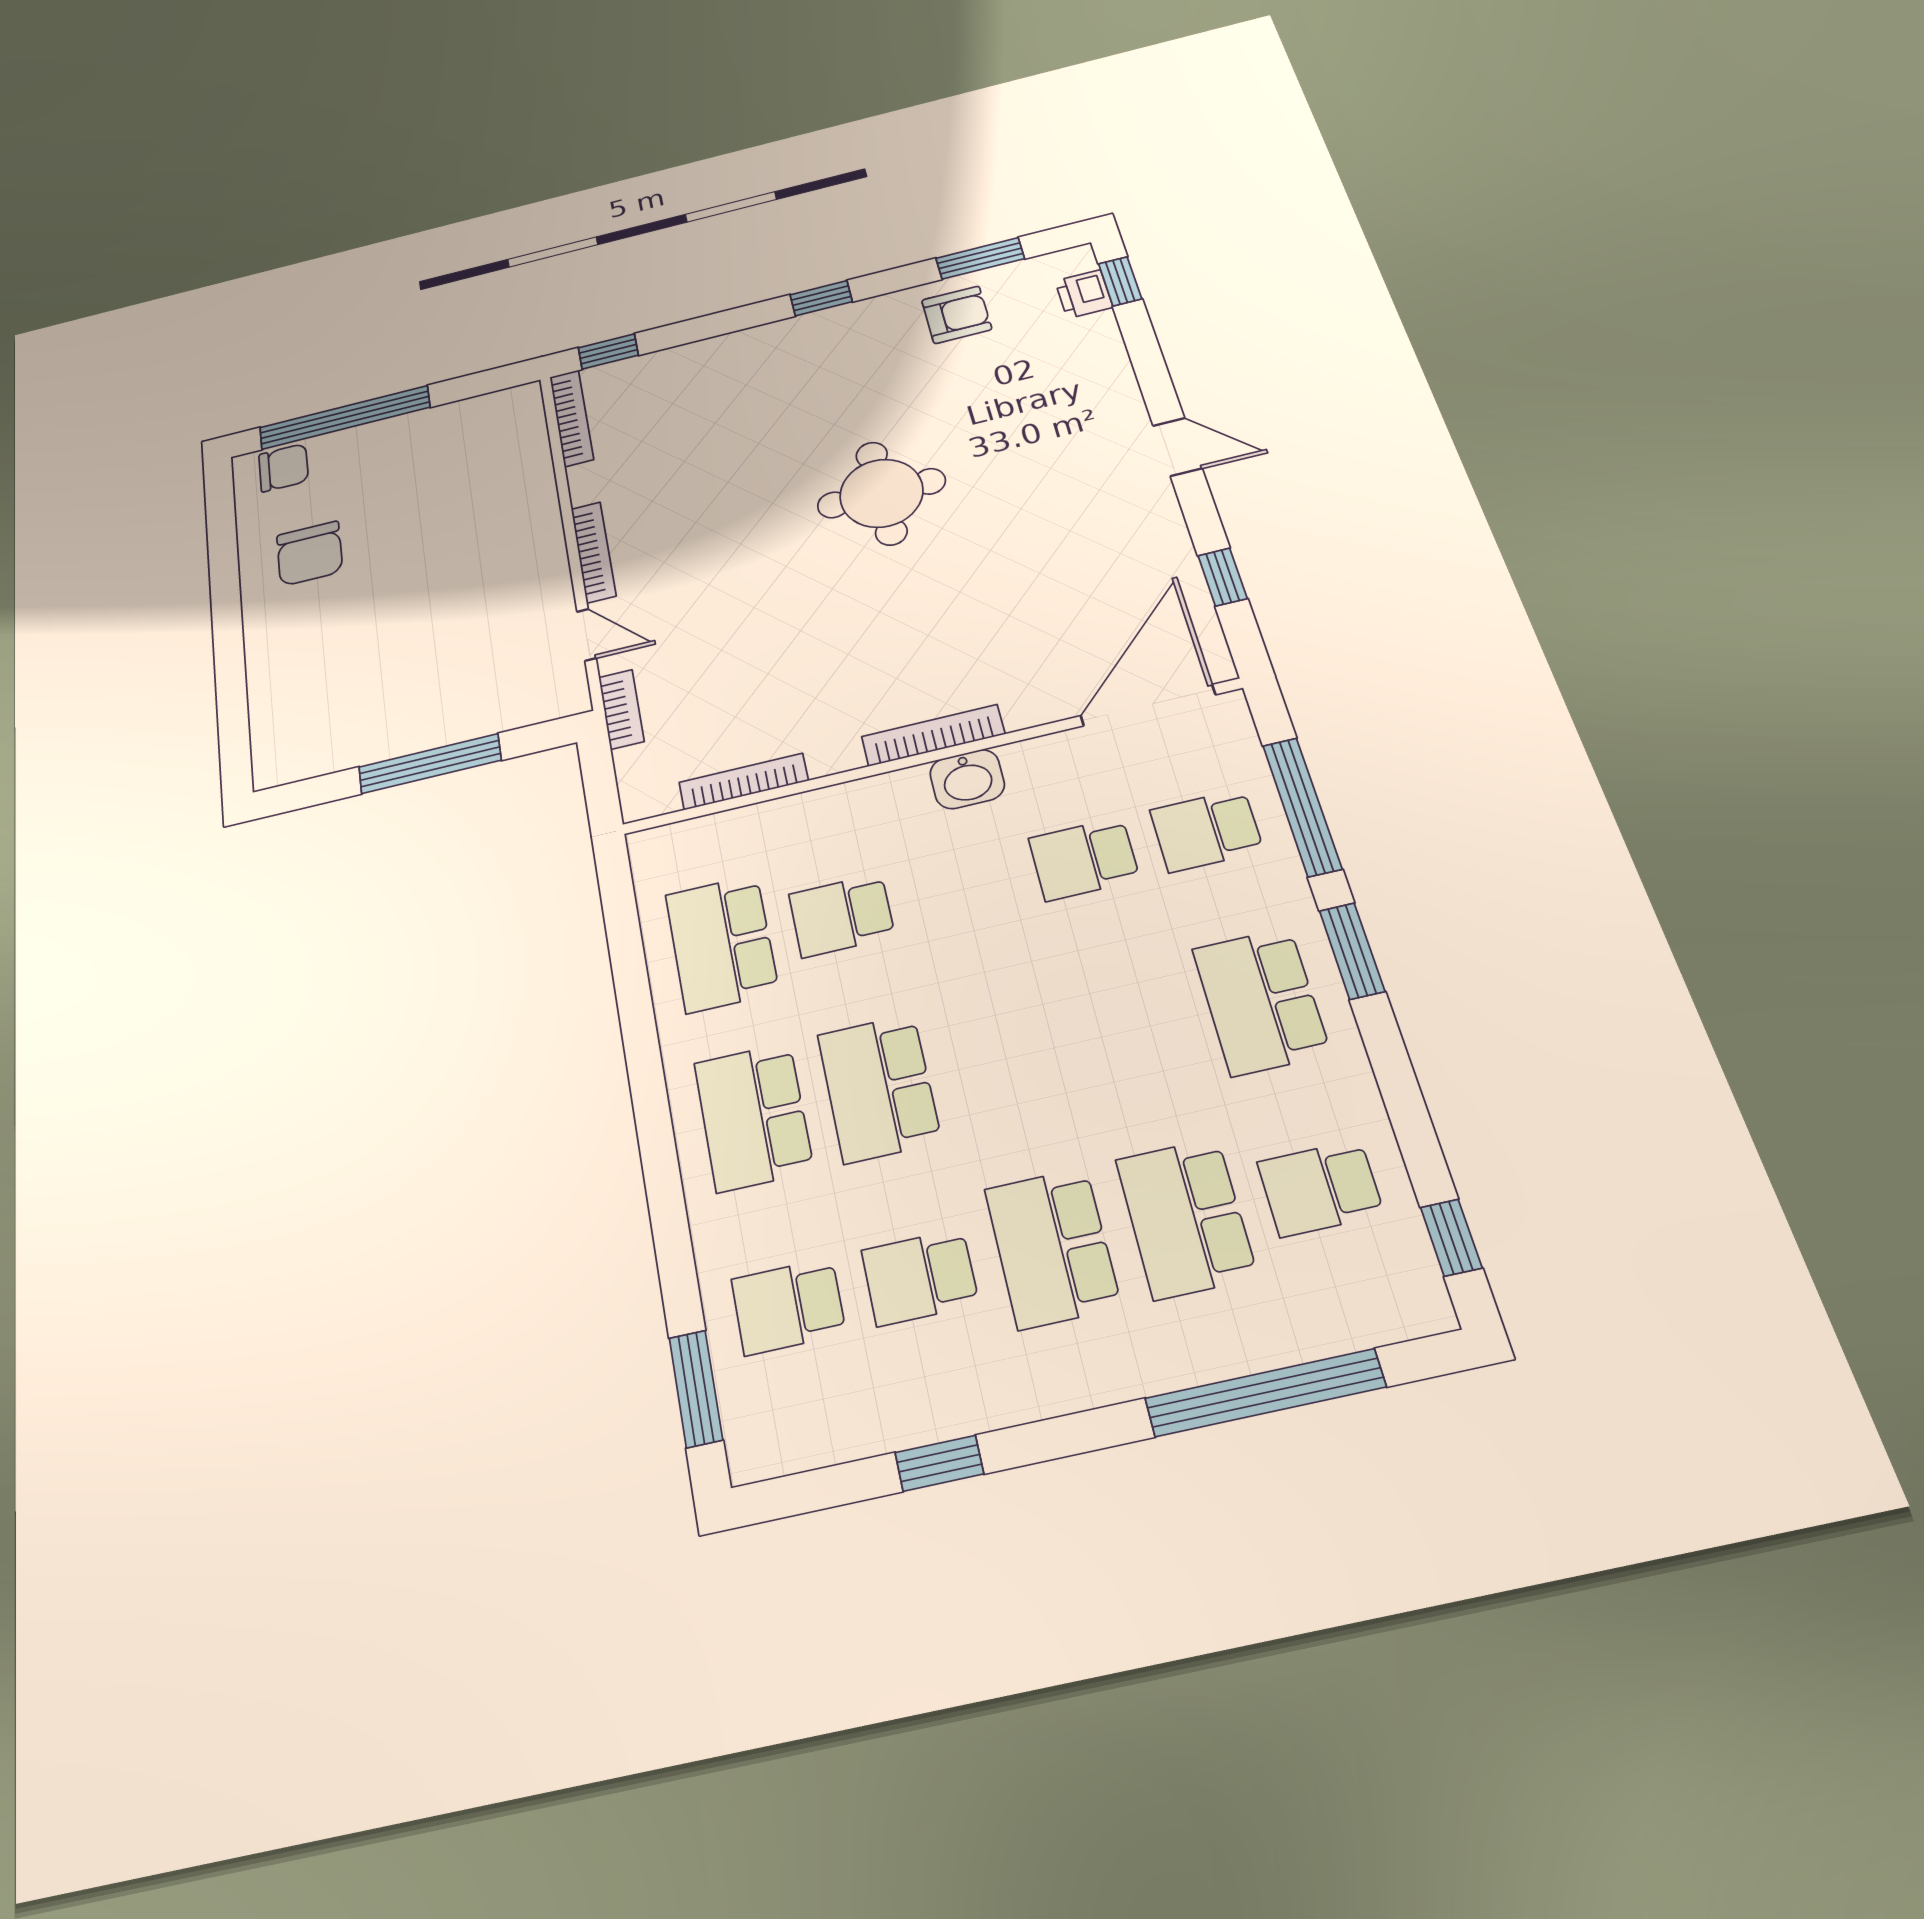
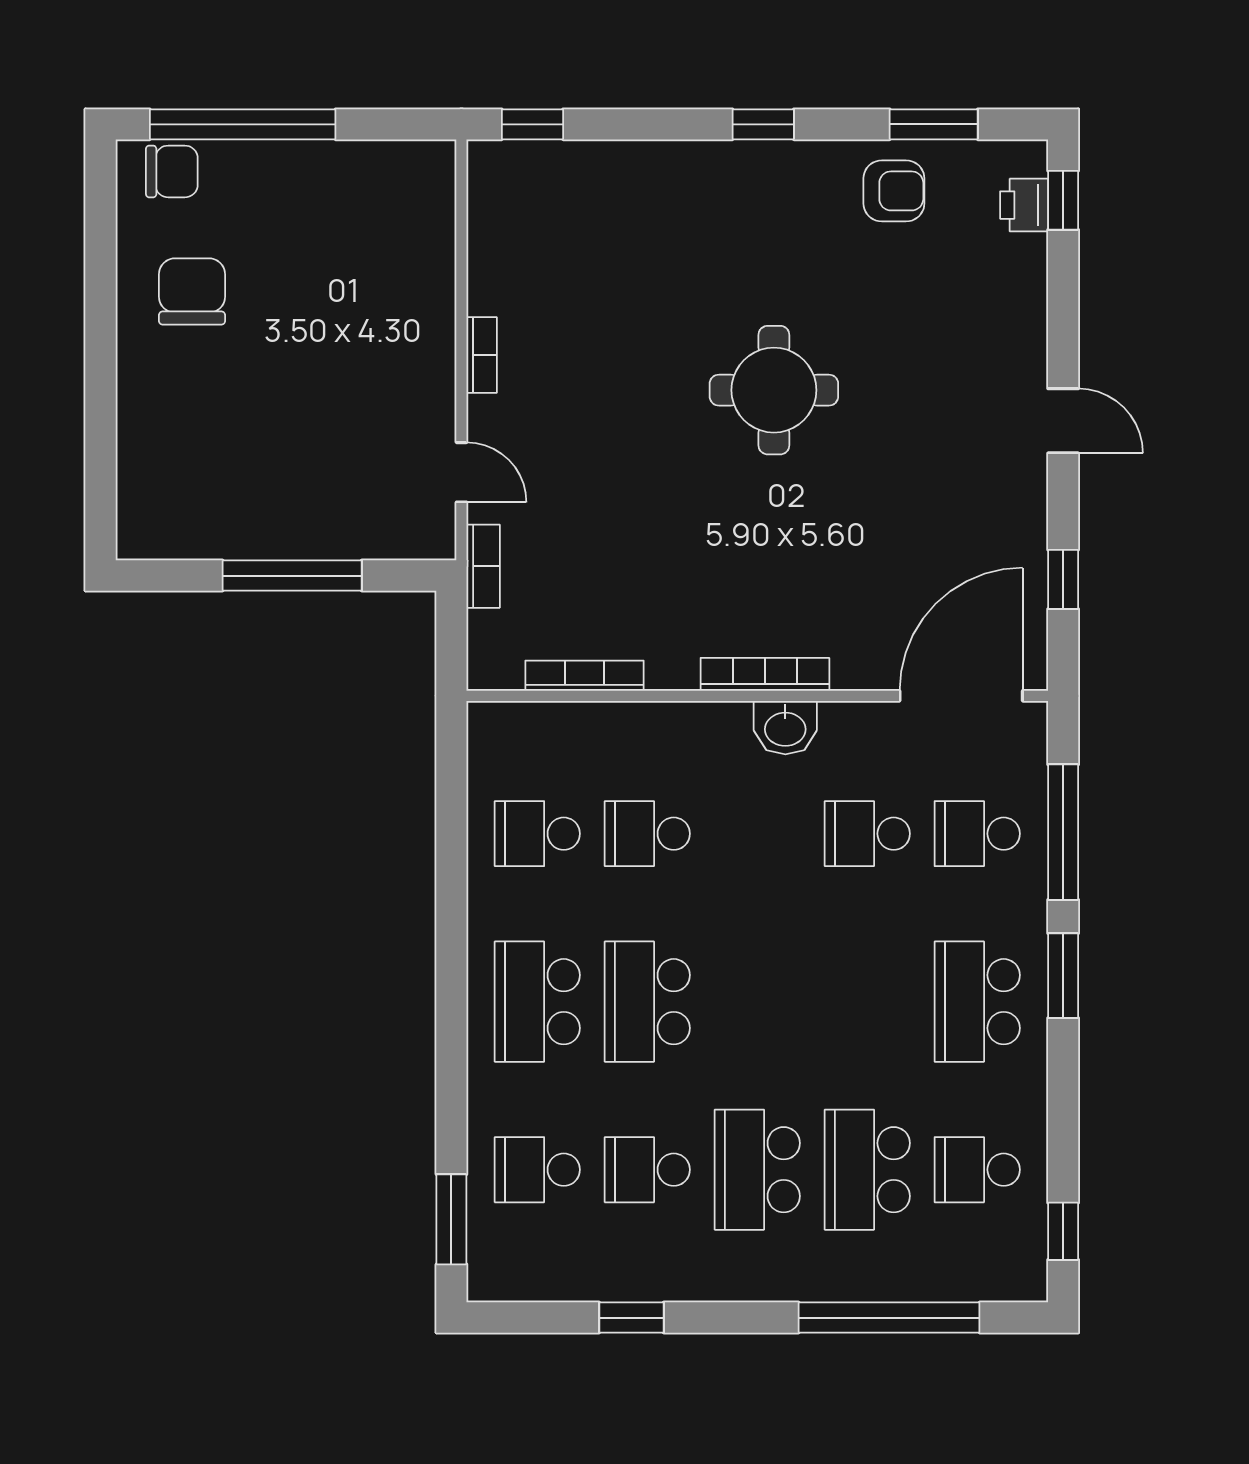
bookcase: (572, 418) -> (482, 201), removed
bookcase: (593, 552) -> (482, 355), width x0.64
chair: (310, 553) -> (192, 291), turned 180
school desk: (722, 943) -> (537, 834), width x0.54

